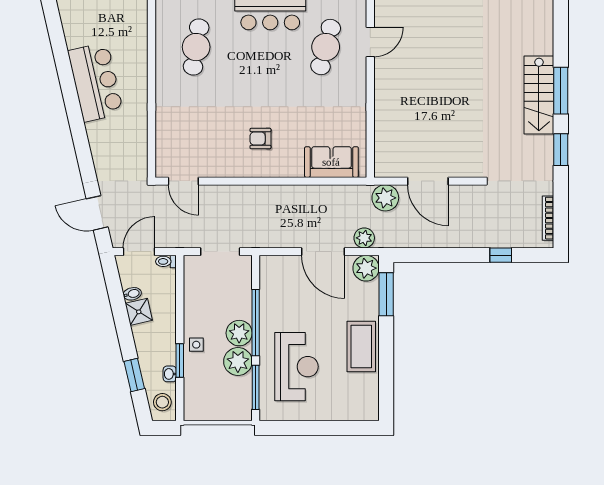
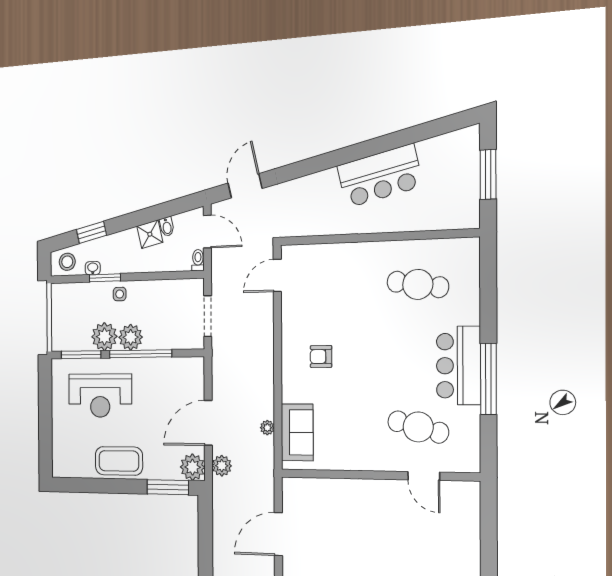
armchair: (260, 139) -> (321, 357), turned -90
plant: (385, 198) -> (267, 428), moved, width x0.53, depth x0.53

